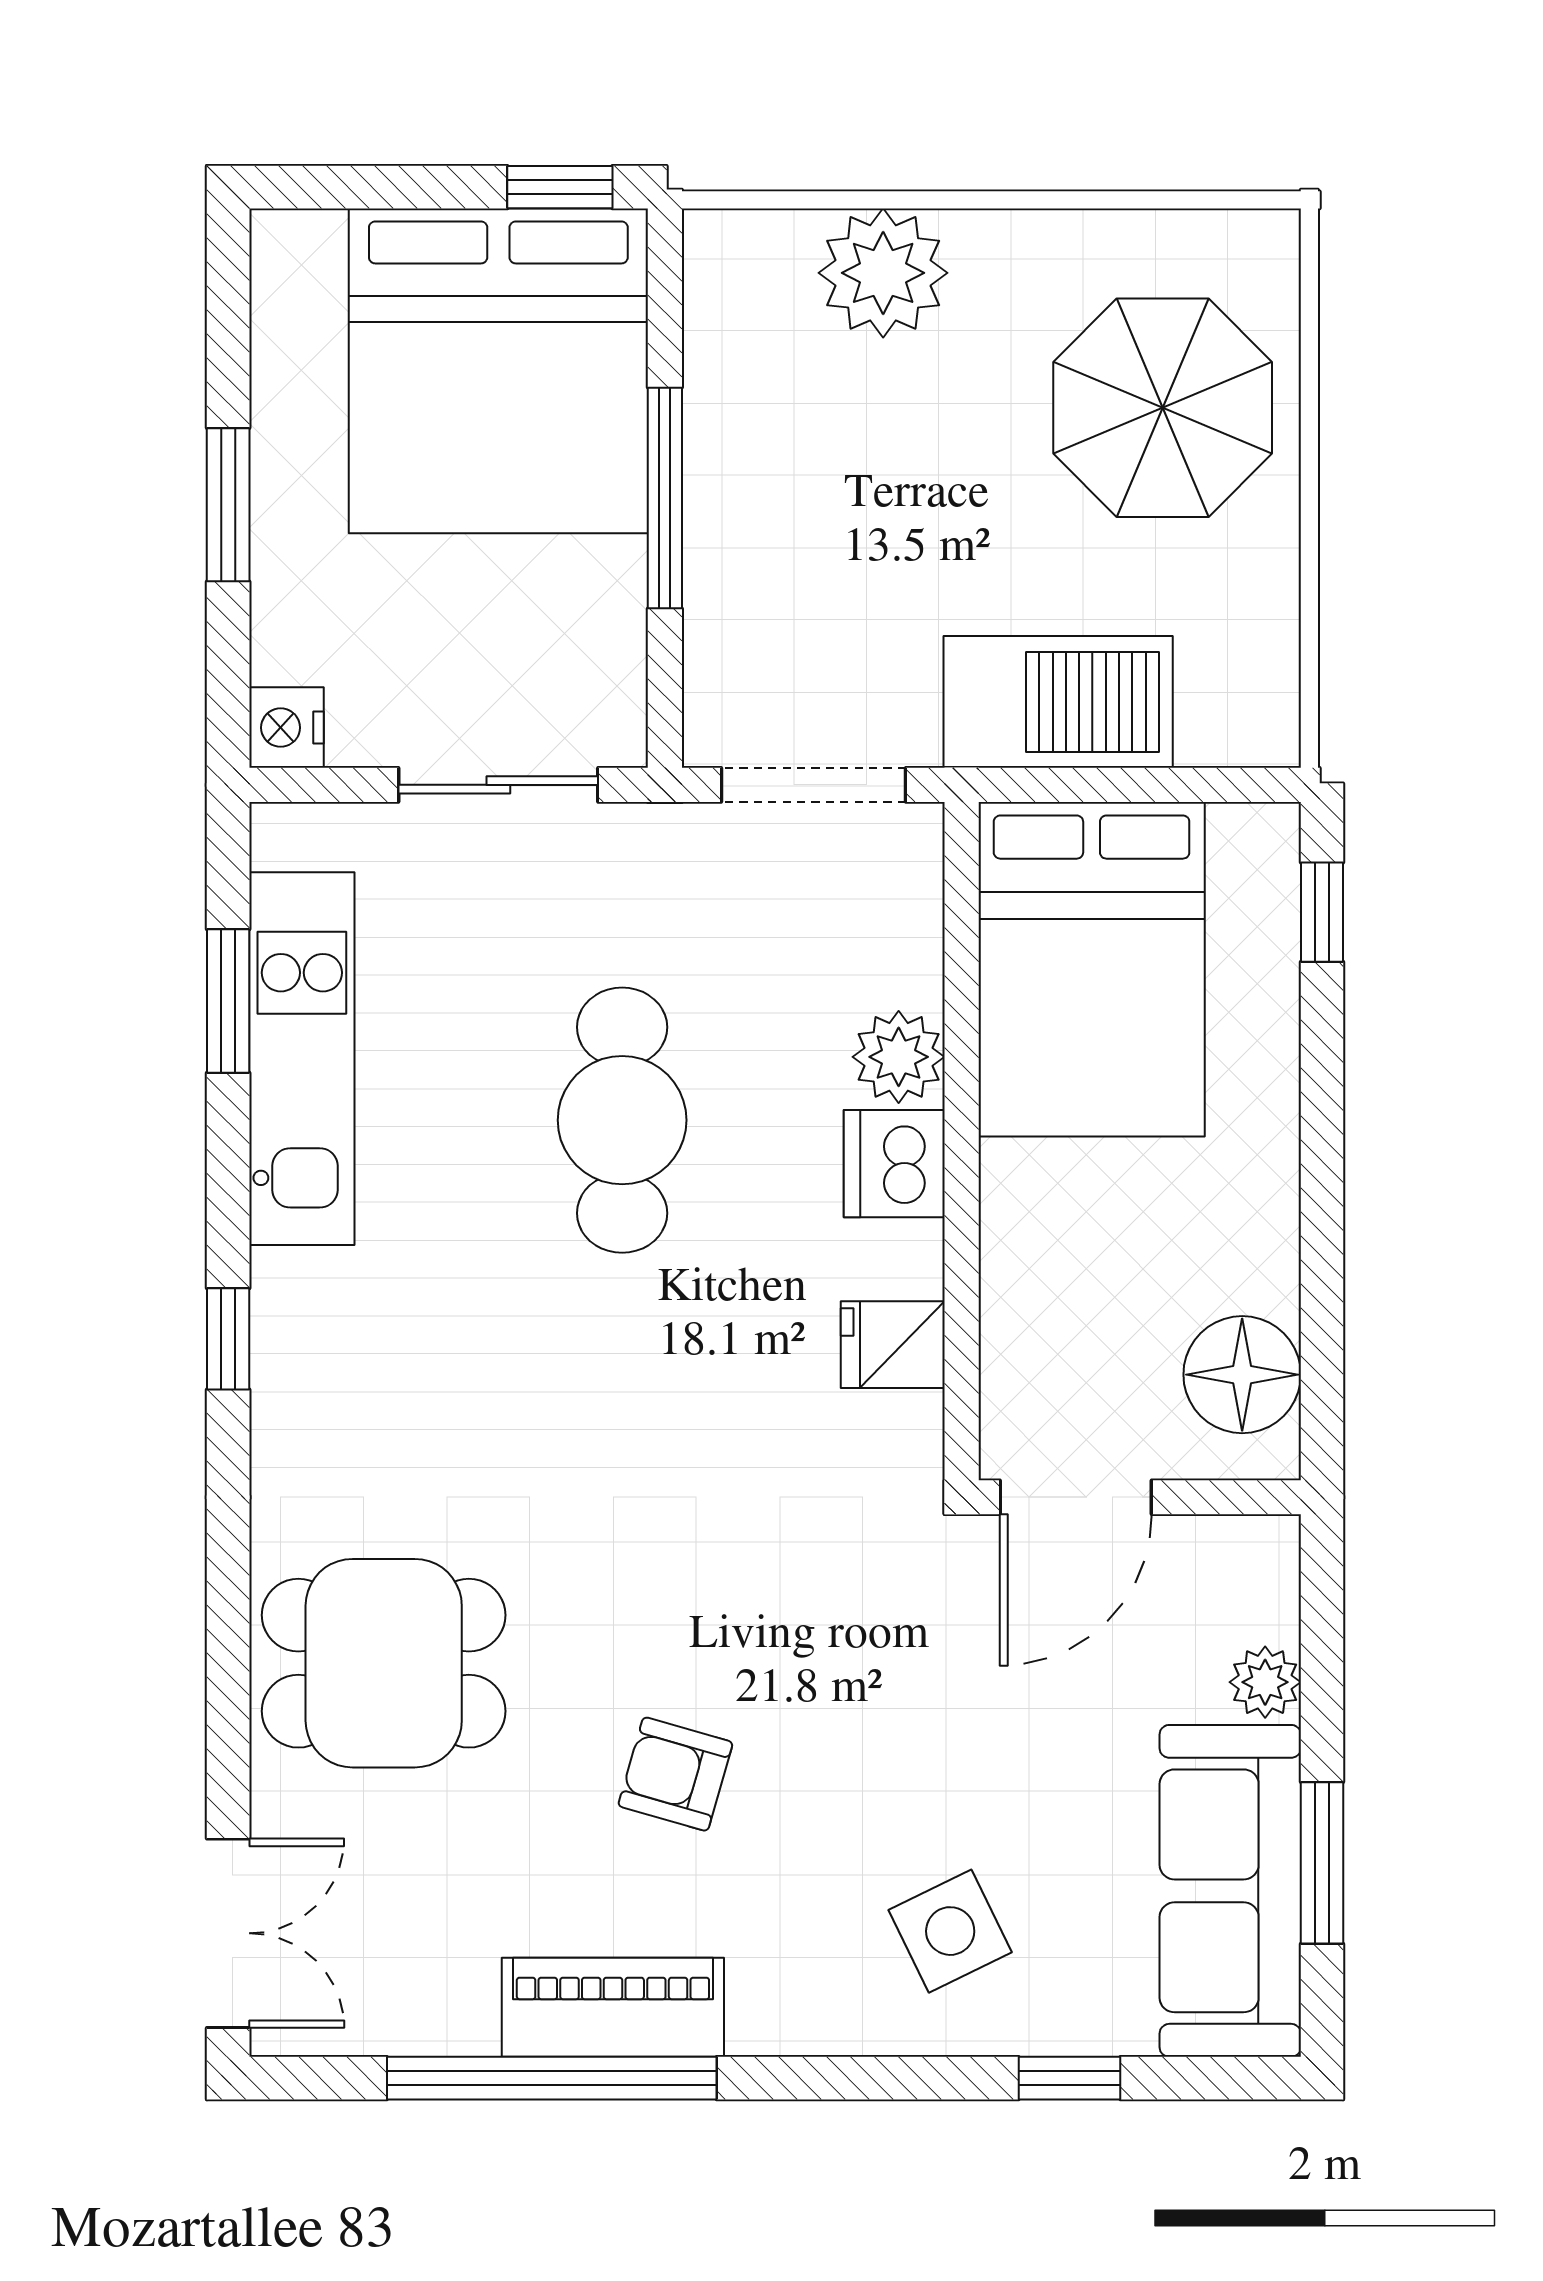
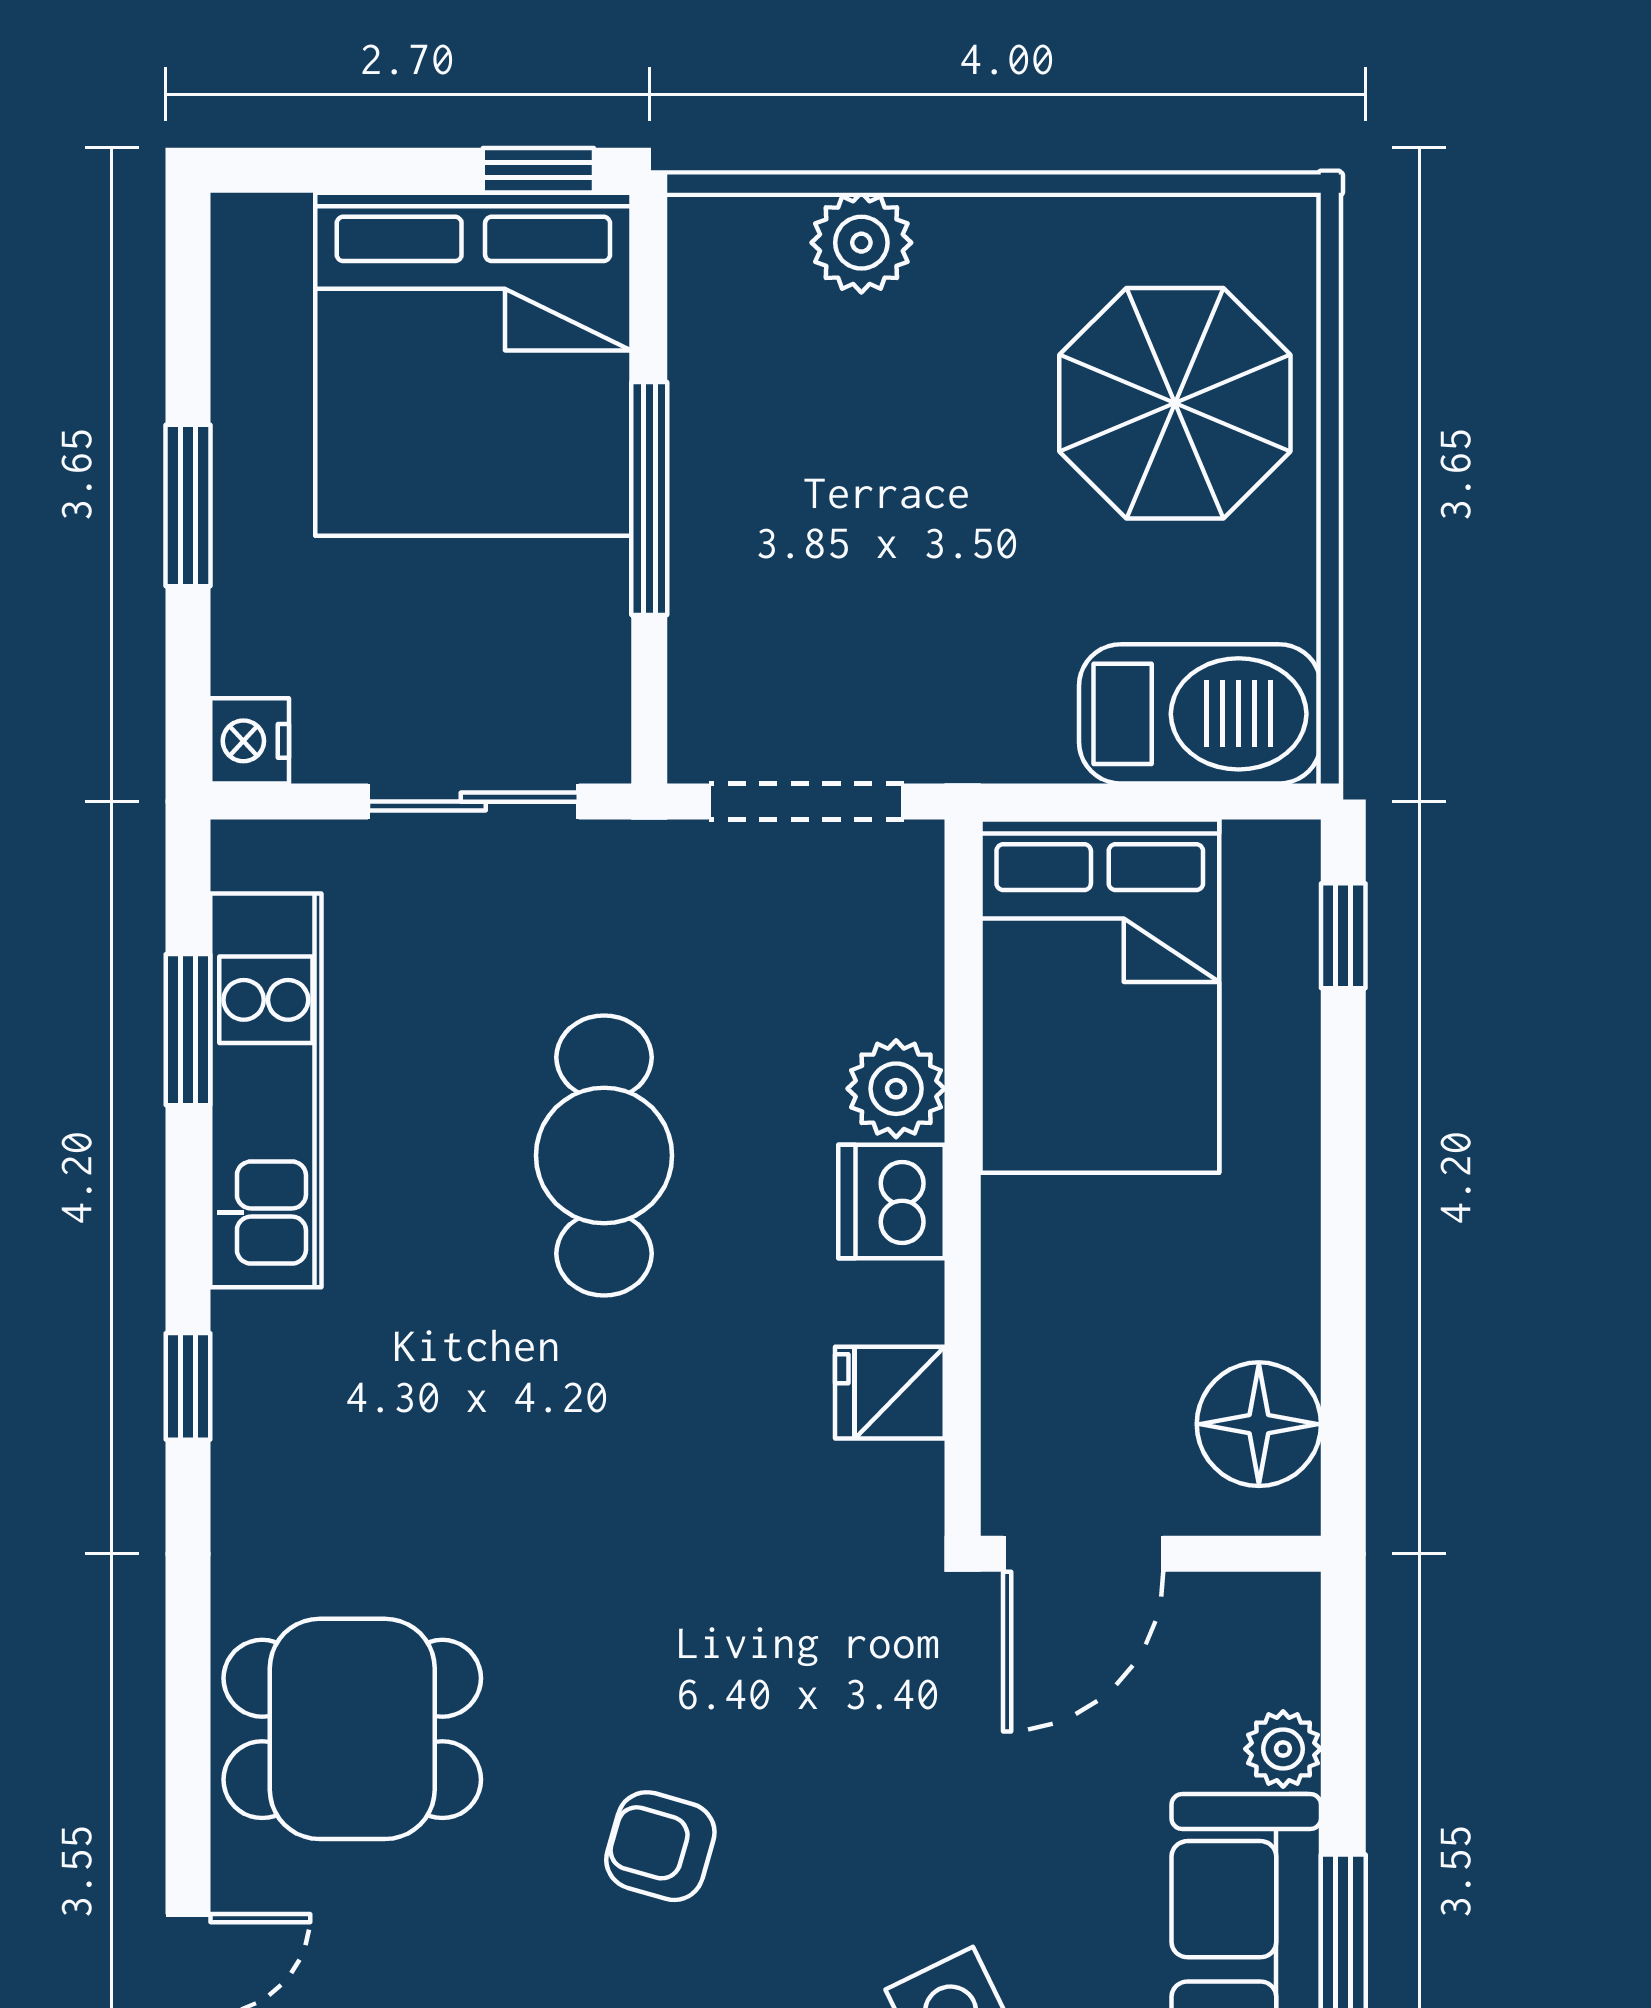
plant: (883, 273) -> (861, 243), width x0.73, depth x0.73
barbecue: (1058, 702) -> (1200, 714), moved

